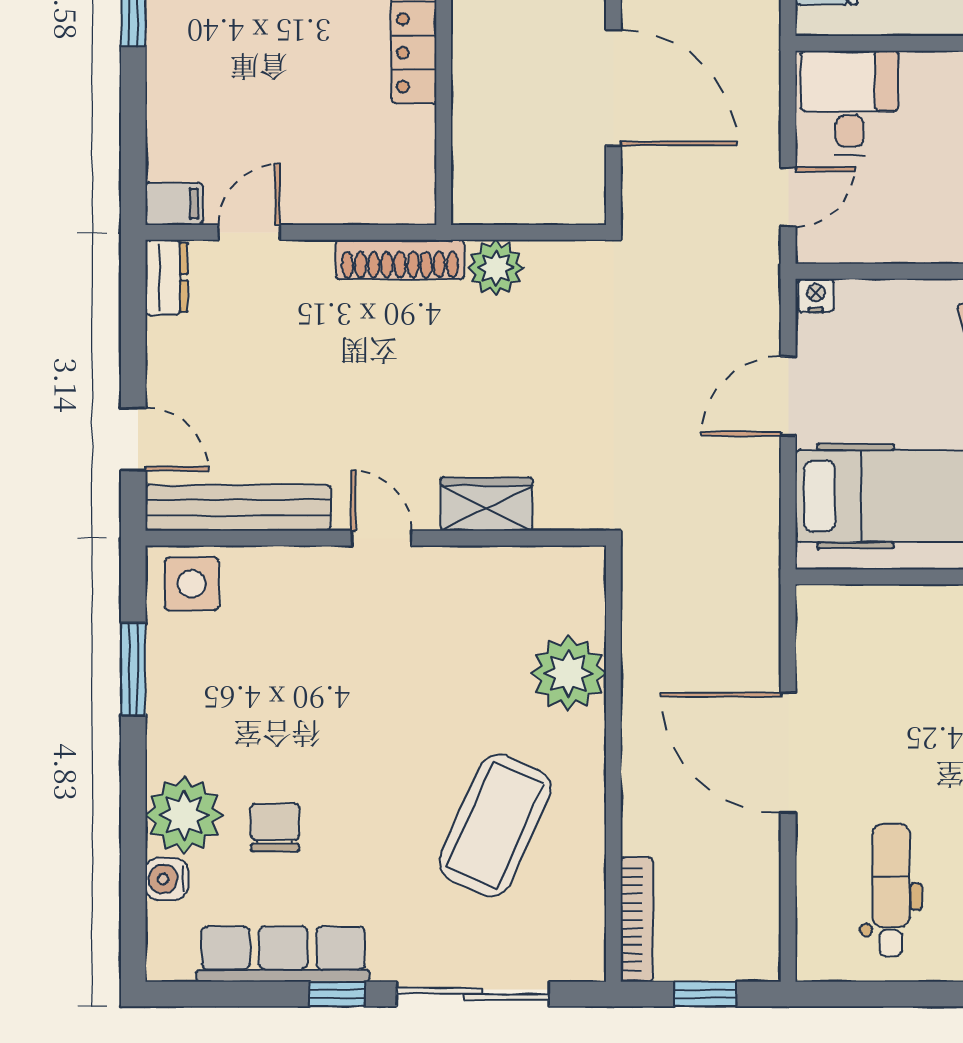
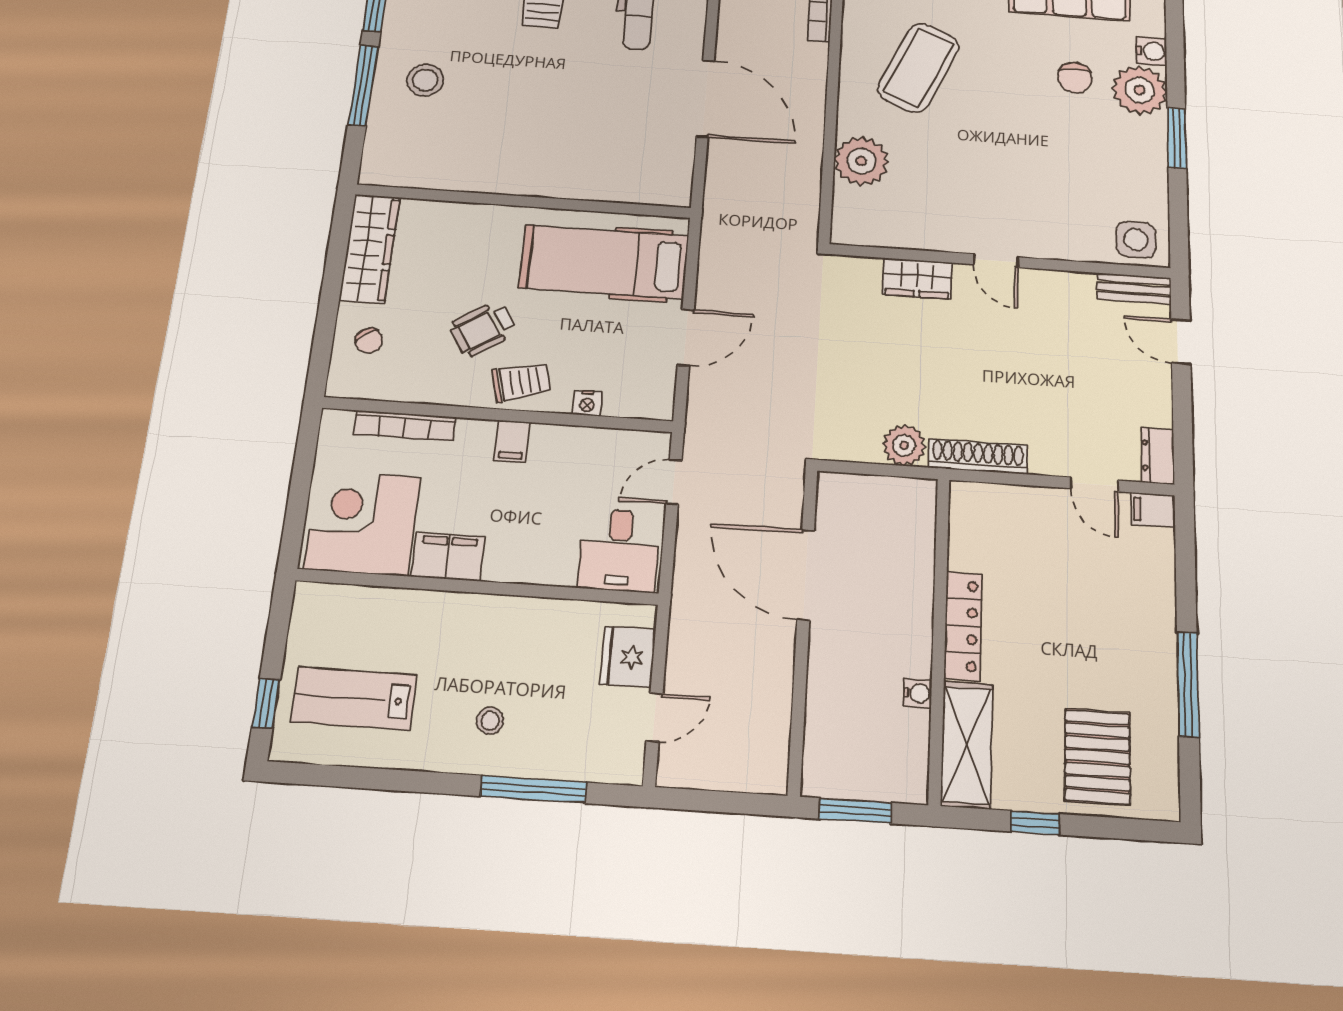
door: (249, 232) -> (1094, 484), hinge flipped
nightstand: (816, 295) -> (587, 403), moved
bench: (238, 508) -> (1134, 288), width x0.54, depth x0.82
window: (133, 669) -> (1177, 138), moved

